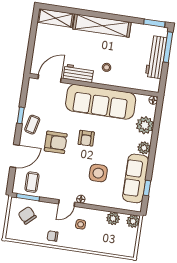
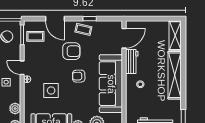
door: (50, 78) -> (124, 38), hinge flipped
armchair: (56, 142) -> (71, 51), turned -90

